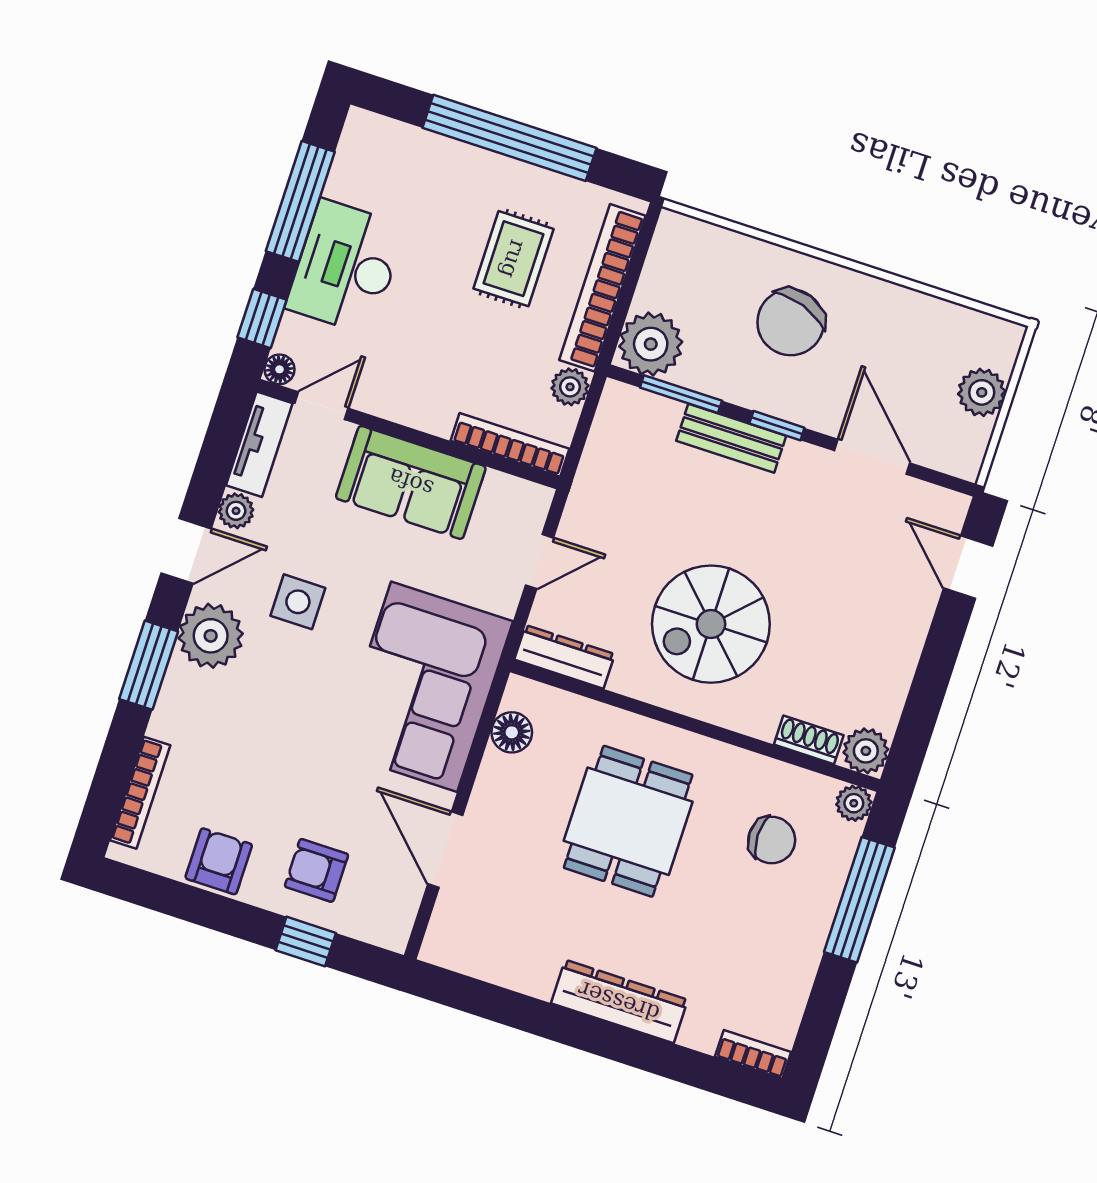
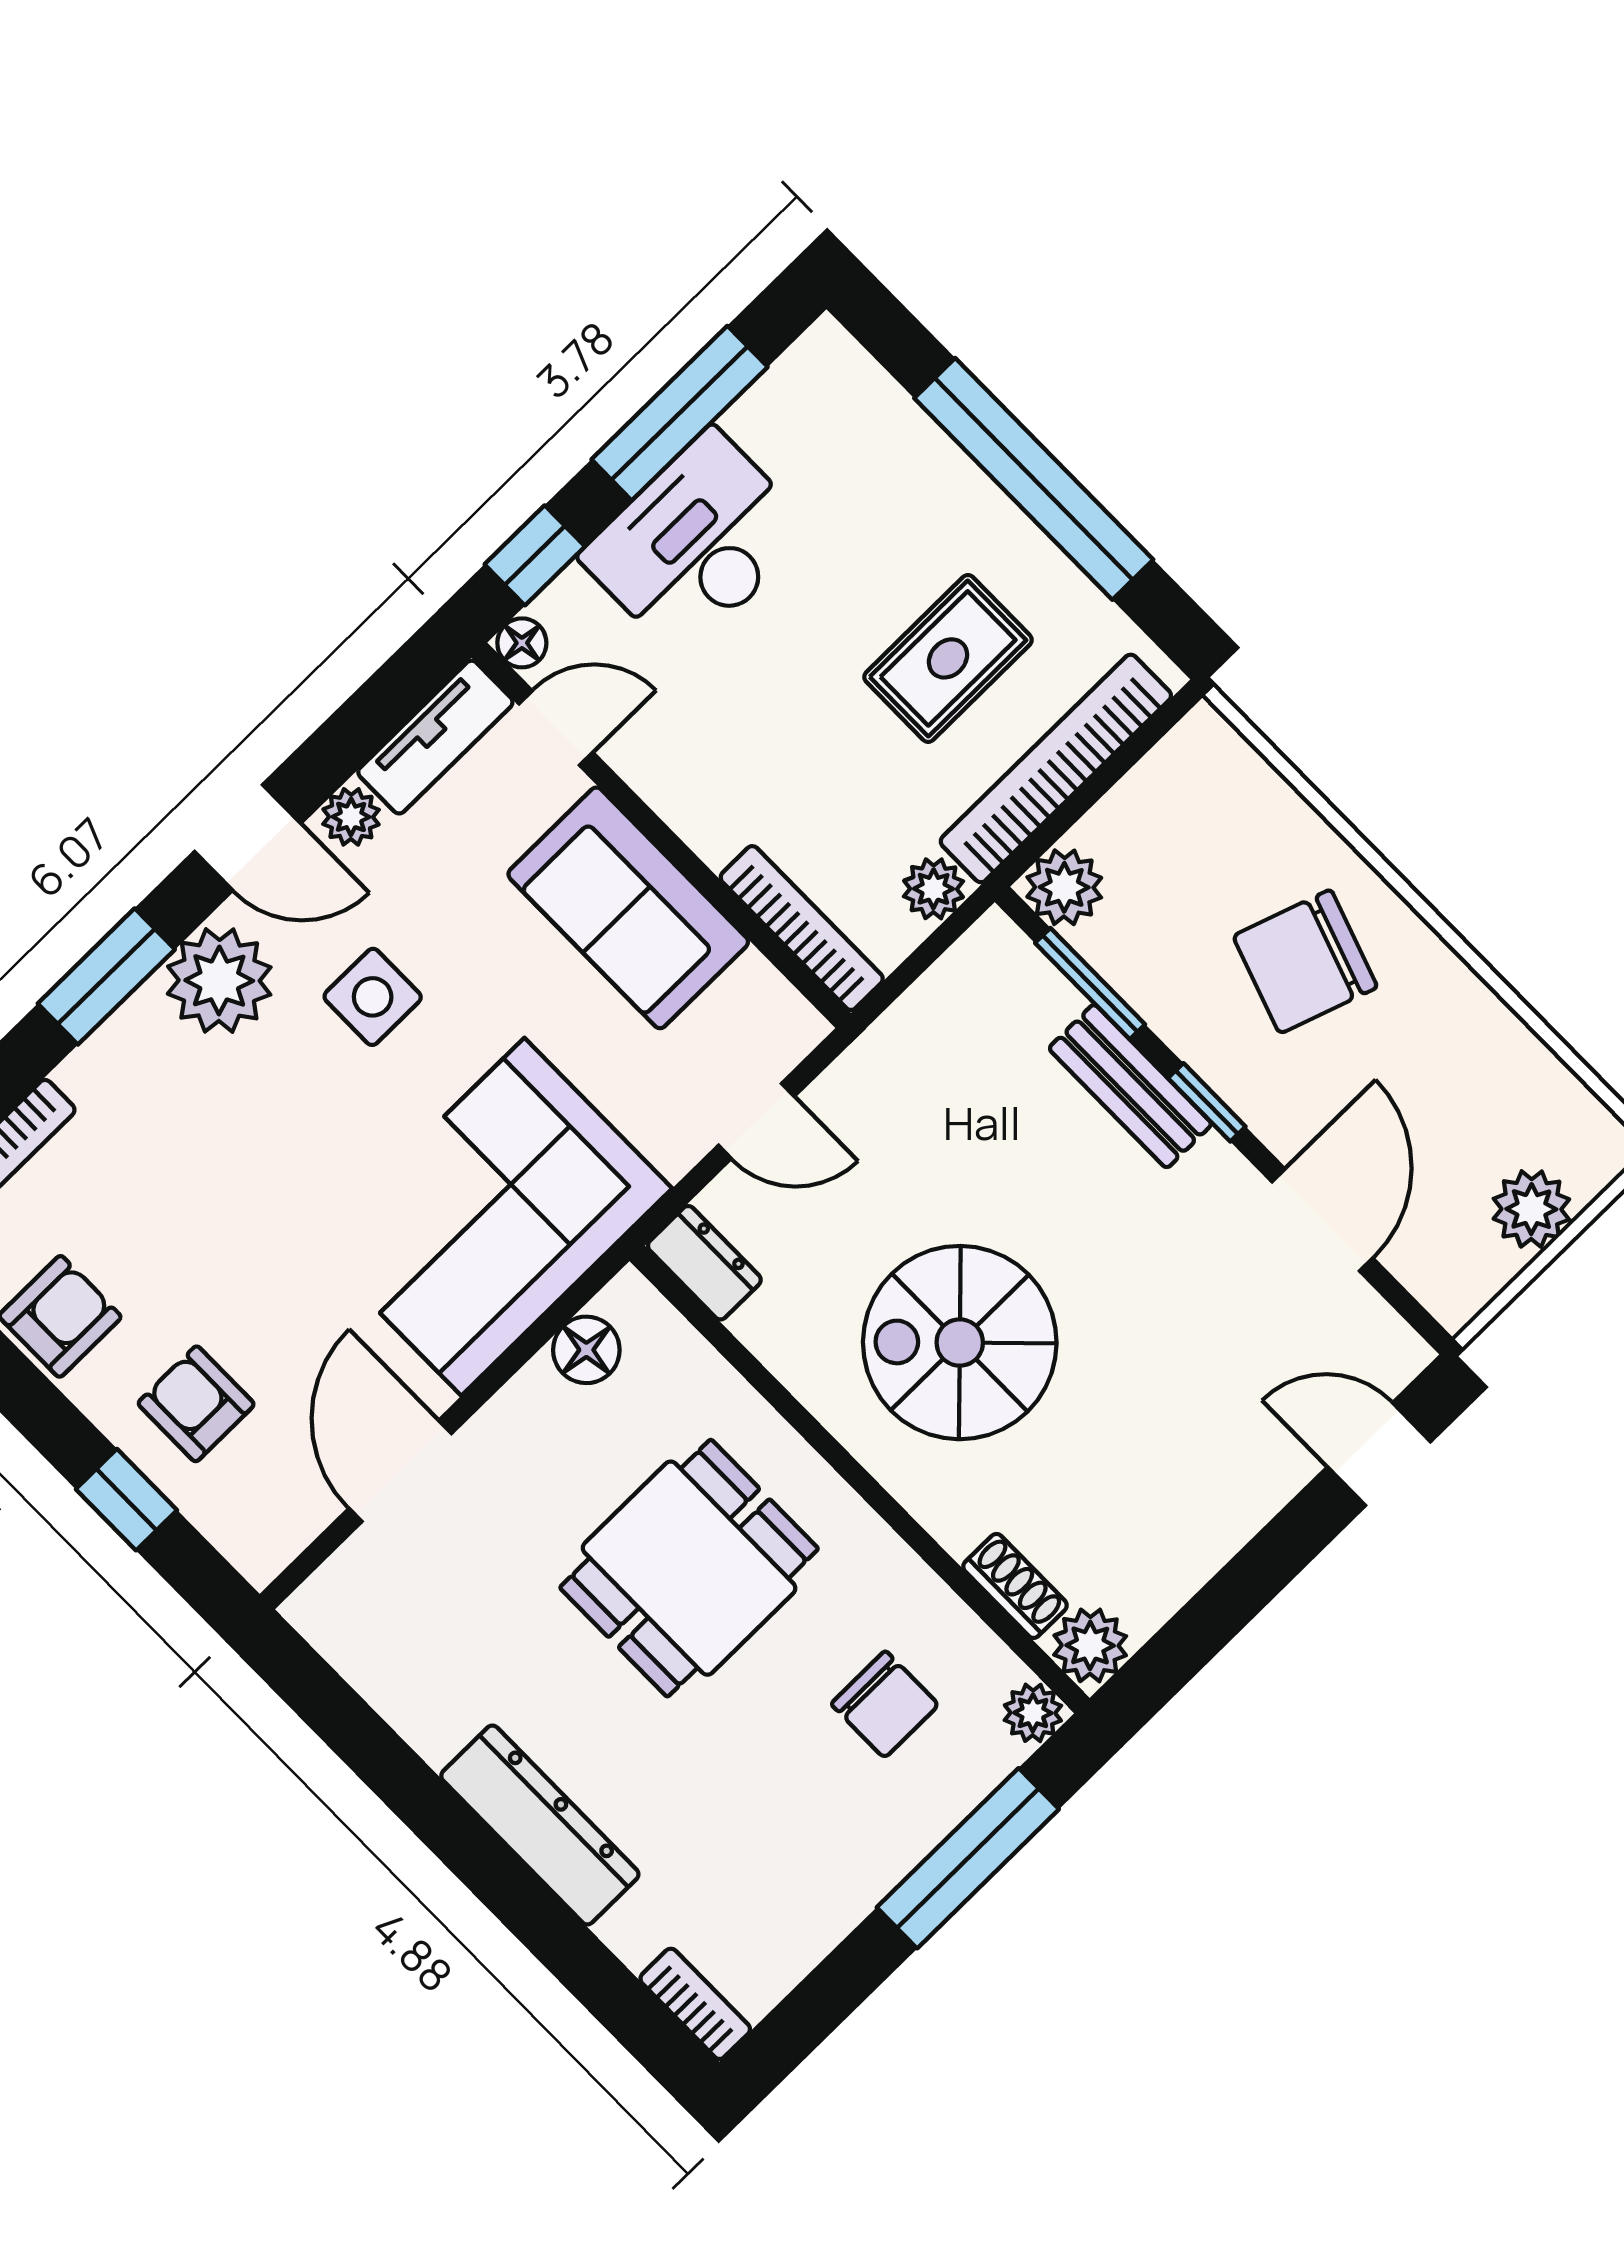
plant: (651, 344) -> (1064, 887), width x0.73, depth x0.73
door: (968, 567) -> (1379, 1454), hinge flipped
dresser: (565, 657) -> (704, 1263), width x0.70

